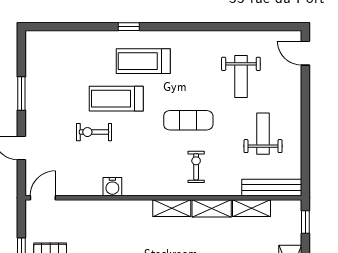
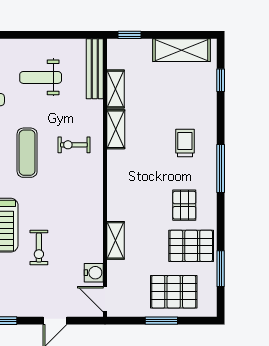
water cooler: (112, 187) -> (94, 273), moved
shelving: (172, 208) -> (116, 240), moved

